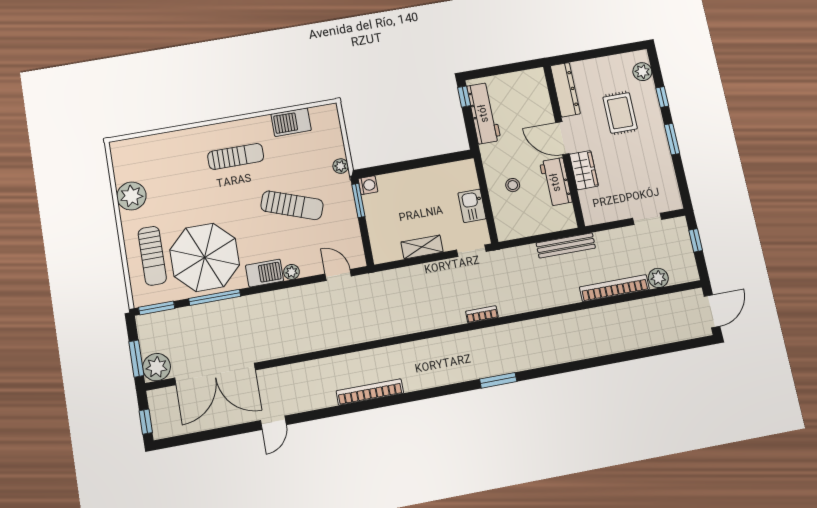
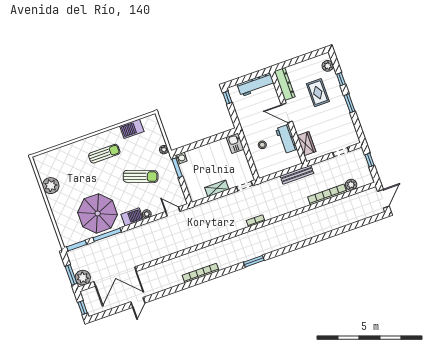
workbench: (484, 113) -> (256, 85), moved, turned 90
wardrobe: (584, 170) -> (306, 144), moved
kitchen sink: (472, 206) -> (235, 143), moved
sun lounger: (152, 256) -> (69, 217), removed
window: (498, 380) -> (254, 261), moved
door: (273, 423) -> (138, 302), moved

